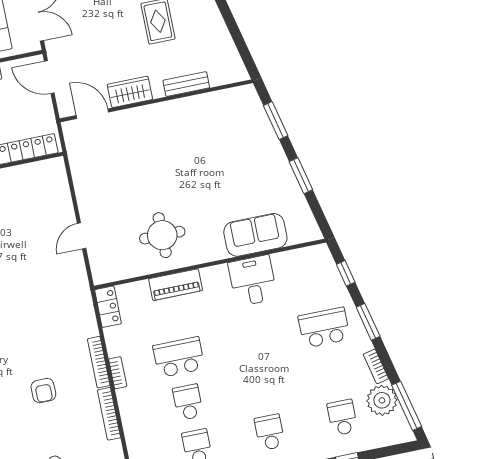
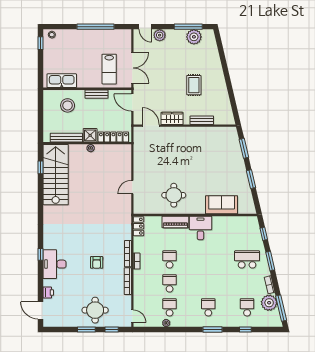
desk: (253, 281) -> (200, 228), moved
school desk: (179, 357) -> (170, 259), width x0.54

